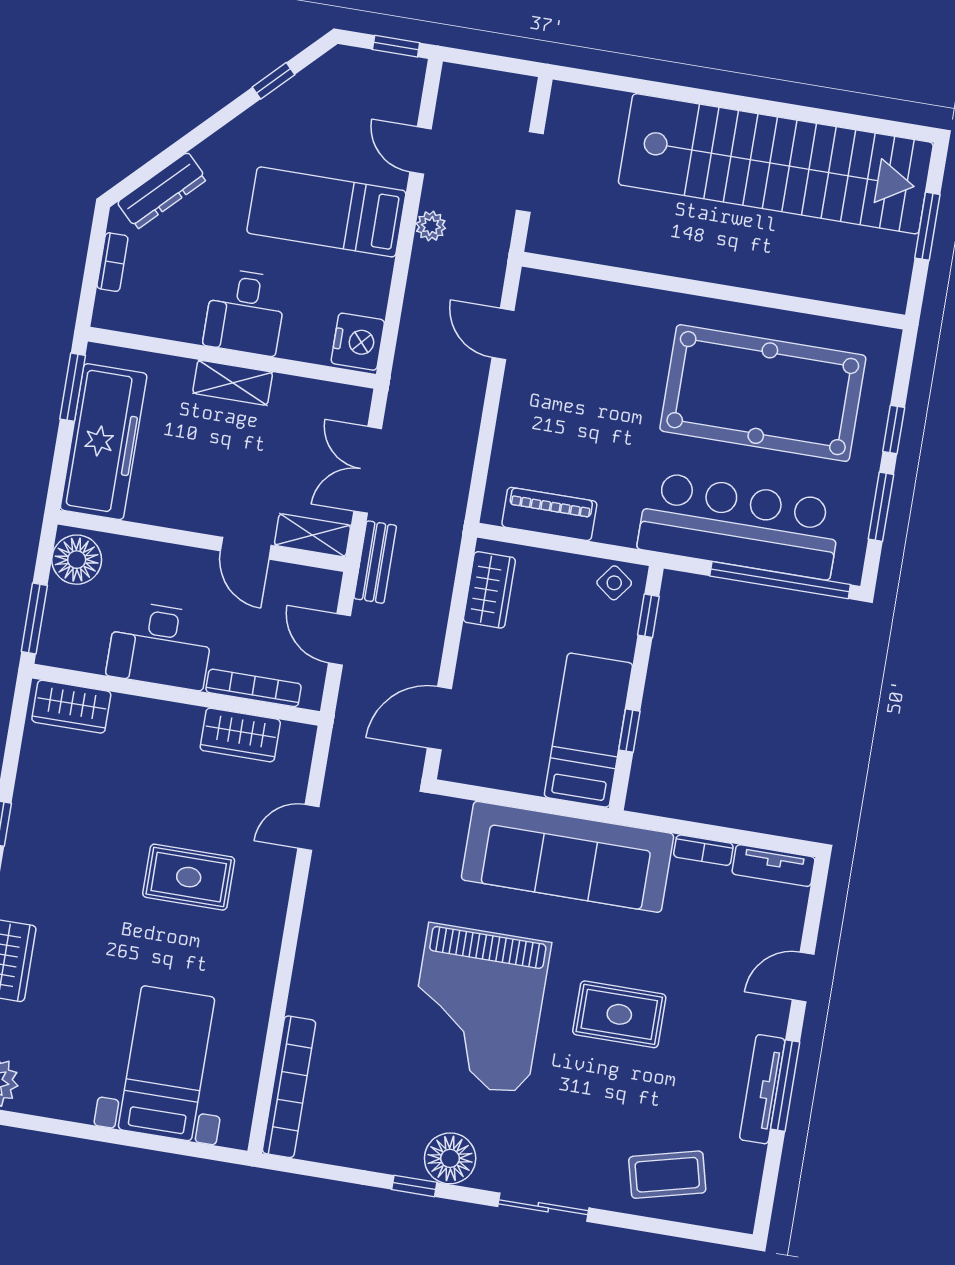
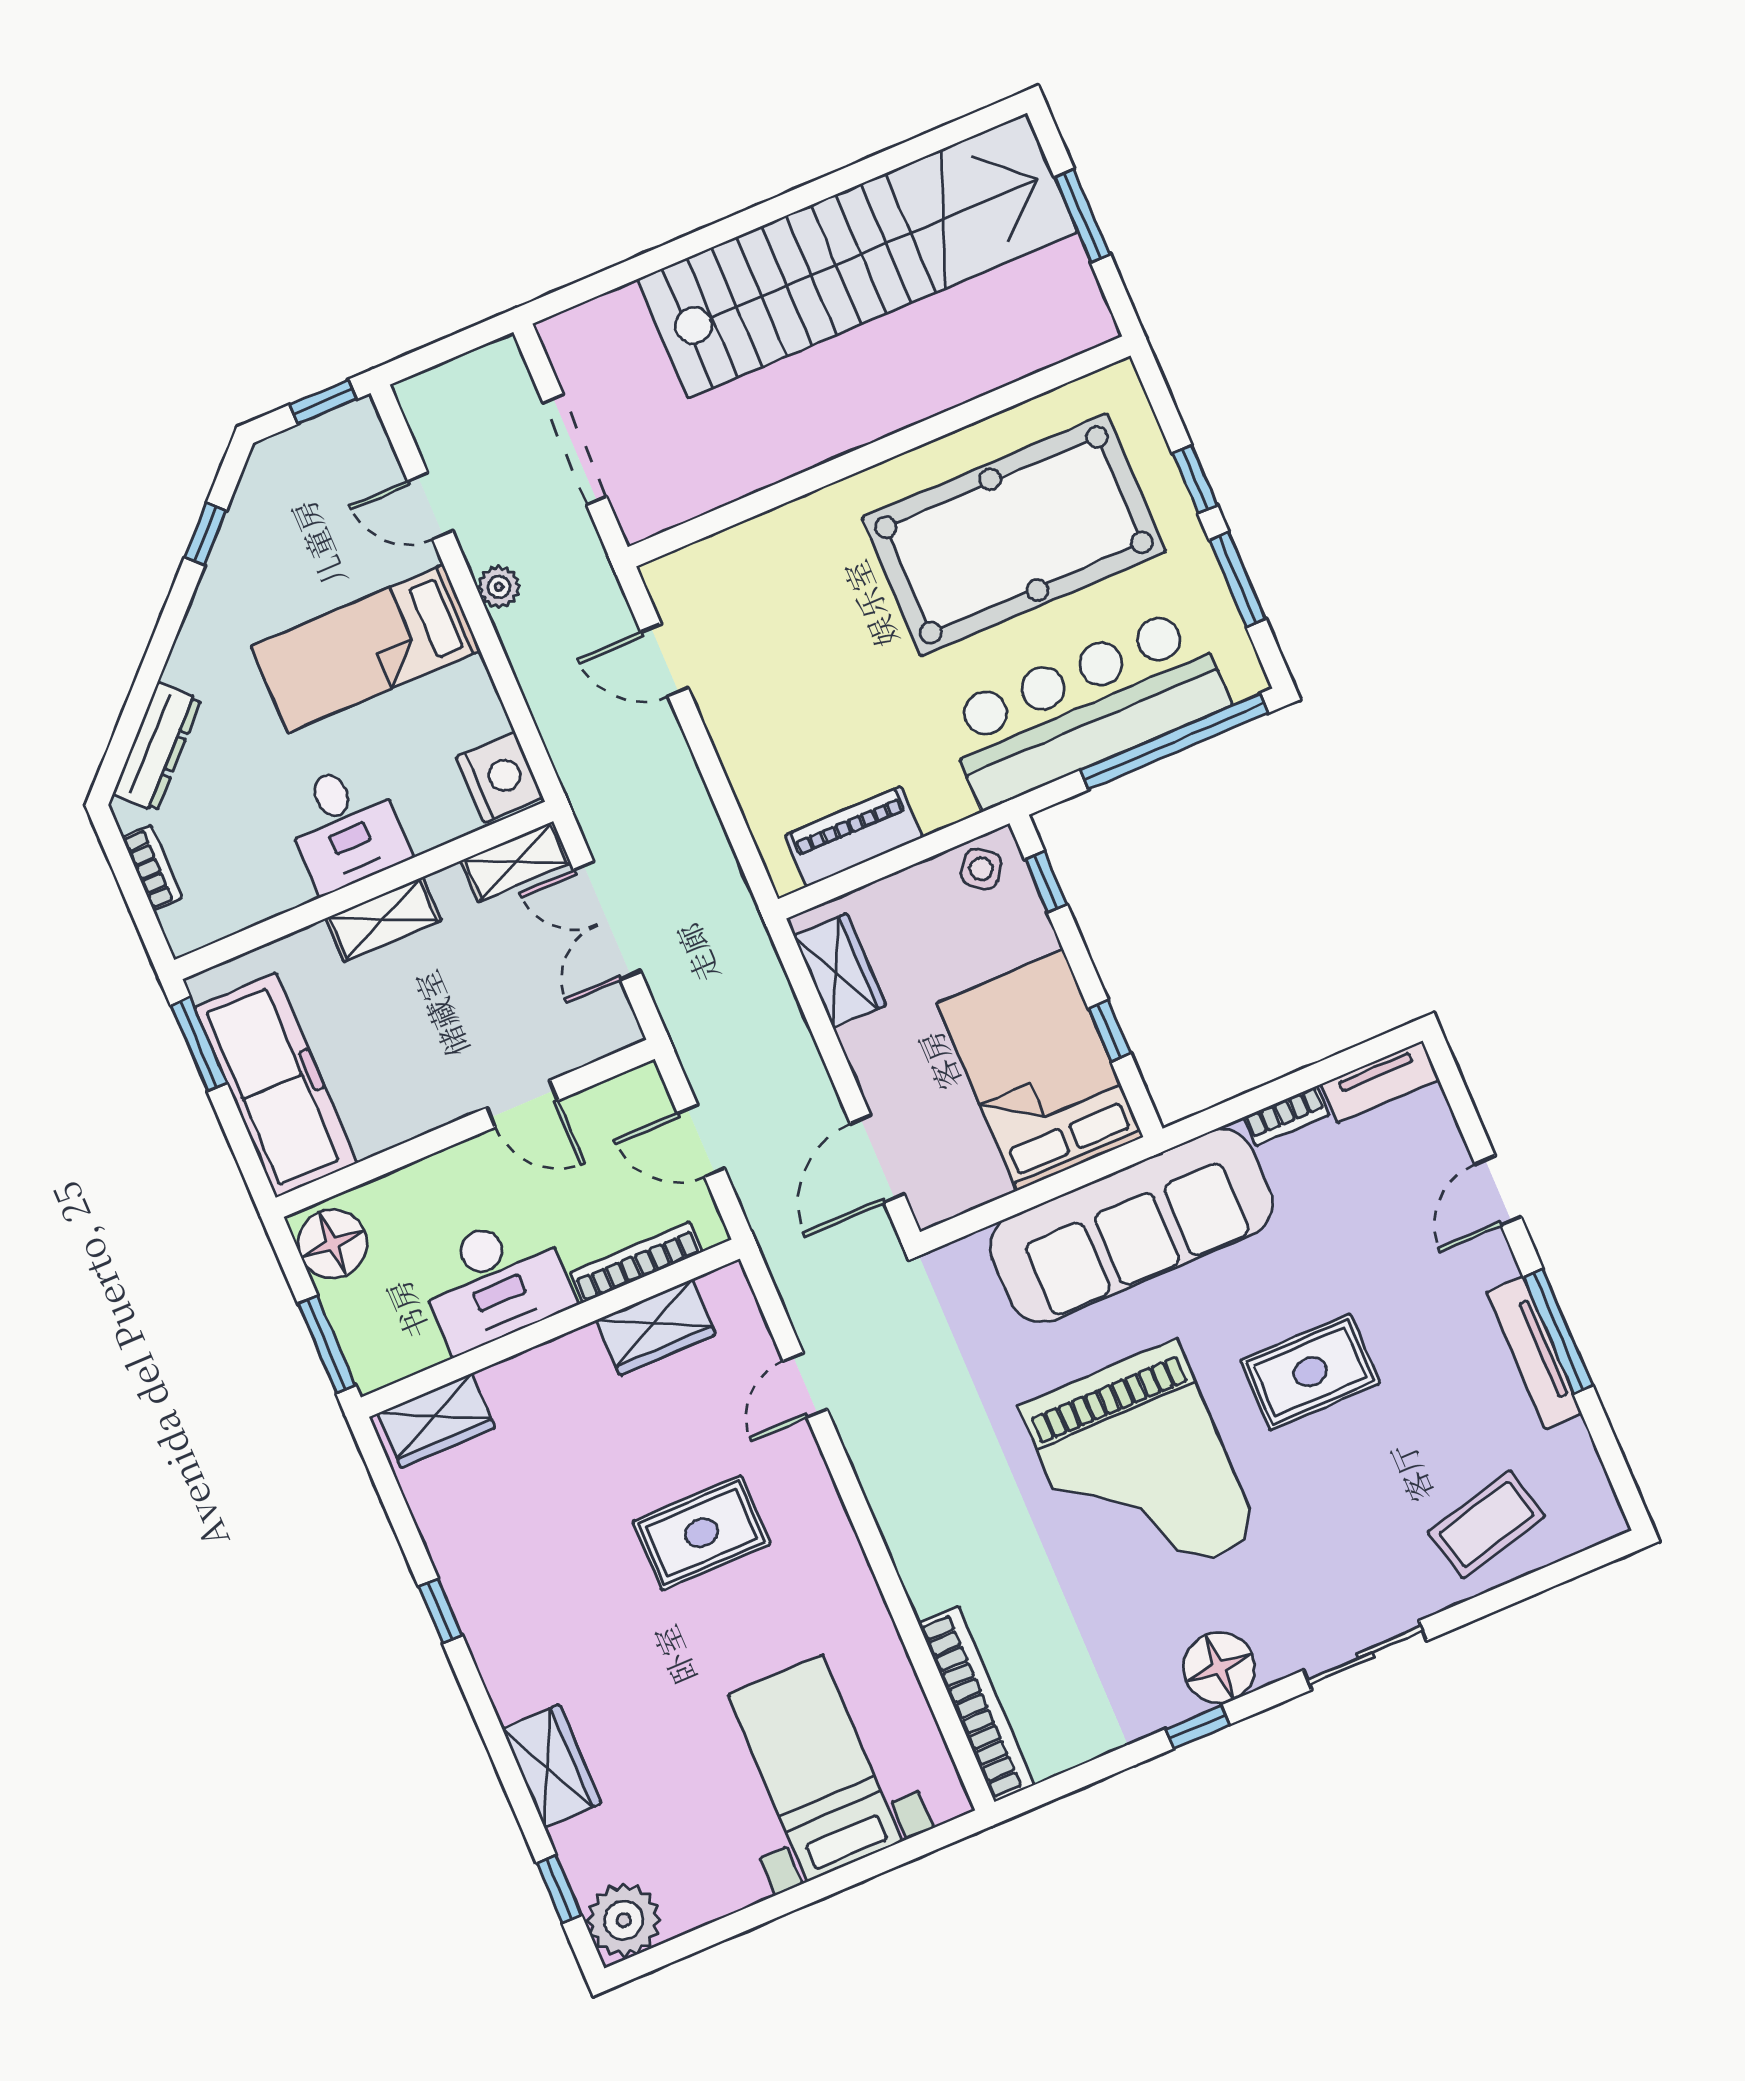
shelving: (313, 535) -> (516, 862), moved
bench: (375, 562) -> (685, 1023), removed
bed: (588, 730) -> (1040, 1070), width x1.50

